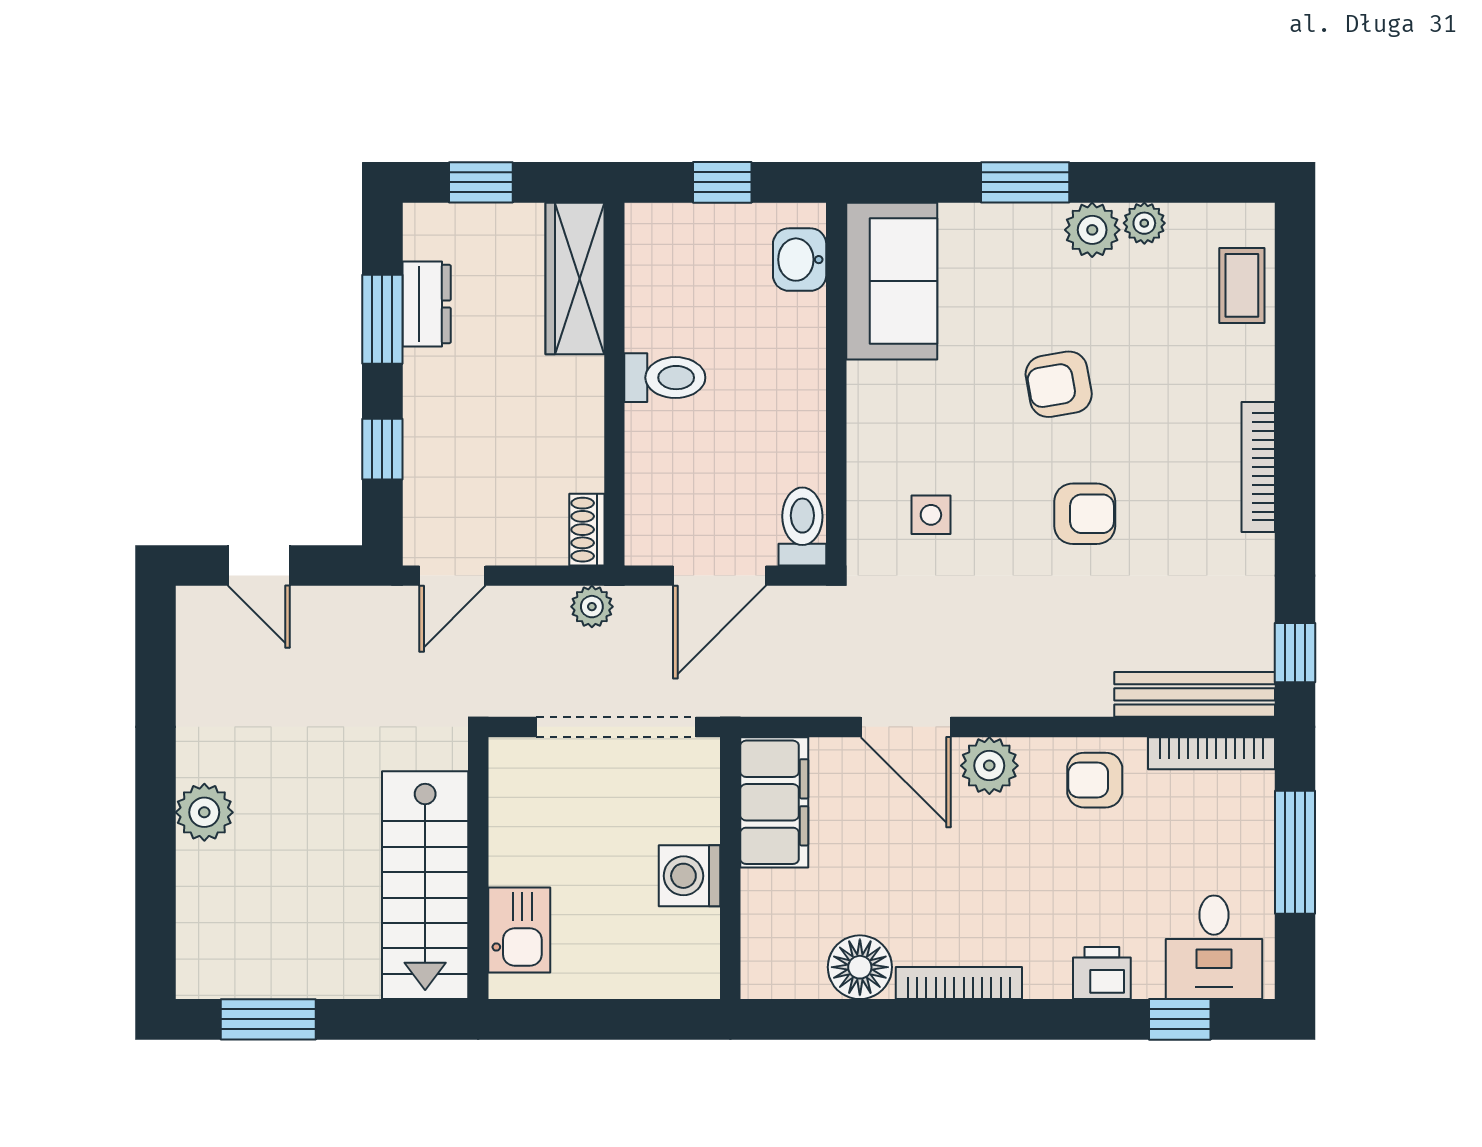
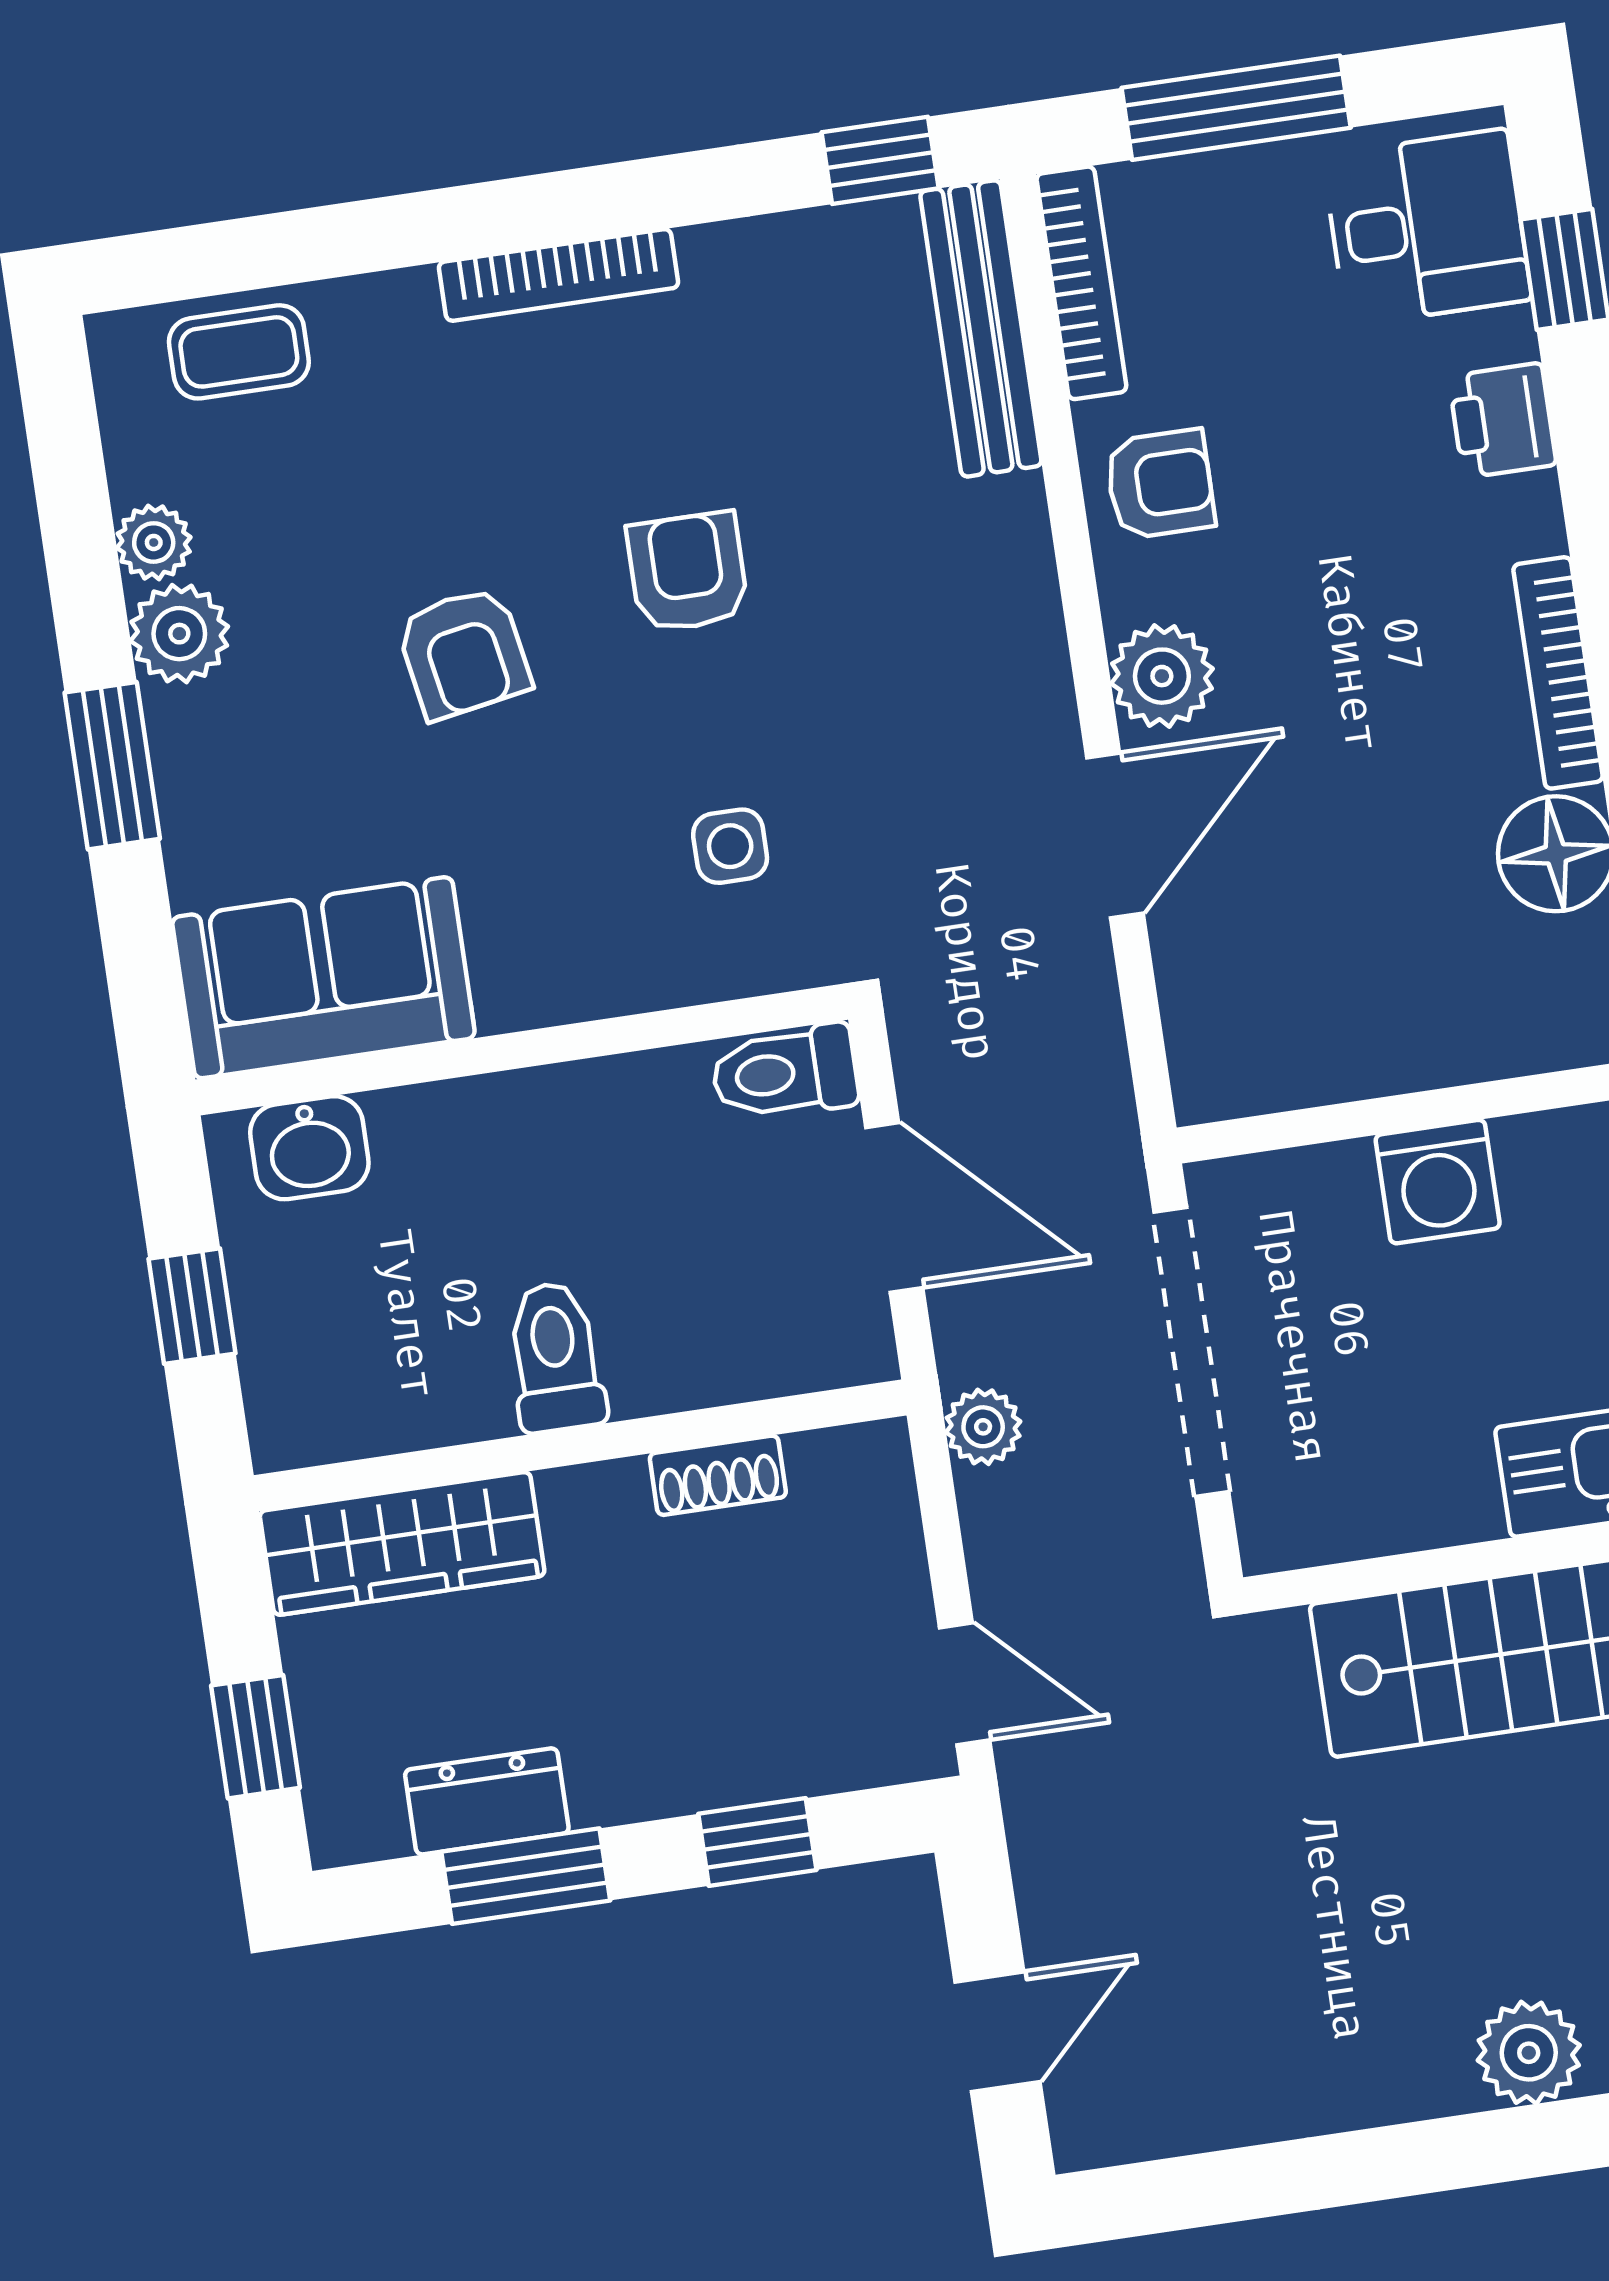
shoe rack: (587, 530) -> (718, 1475), moved
armchair: (1095, 780) -> (1160, 484), turned -90
filing cabinet: (774, 802) -> (1284, 1050), removed
plant: (204, 812) -> (1529, 2053), moved

